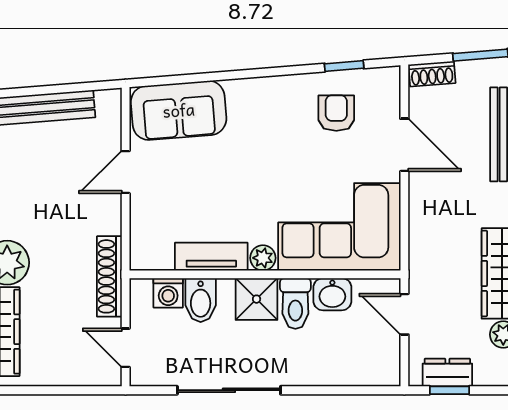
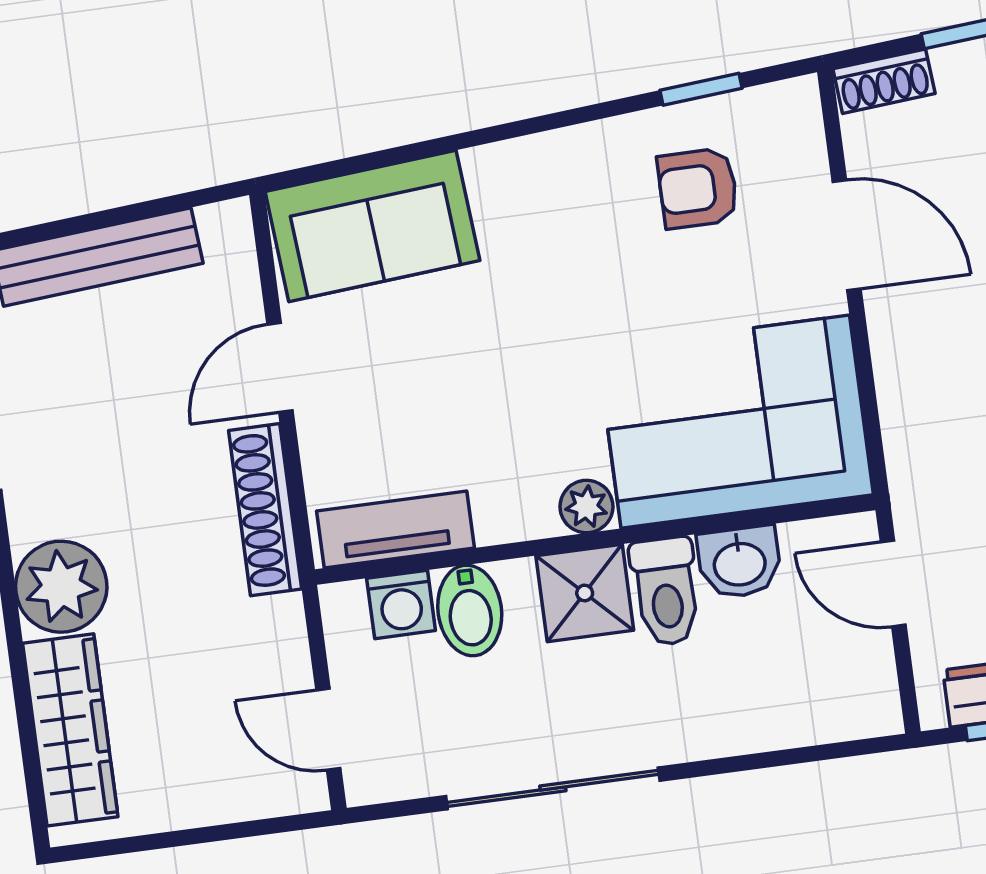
armchair: (336, 113) -> (698, 188), turned -90
tv unit: (211, 257) -> (395, 529), moved
shoe rack: (109, 276) -> (265, 510), moved

